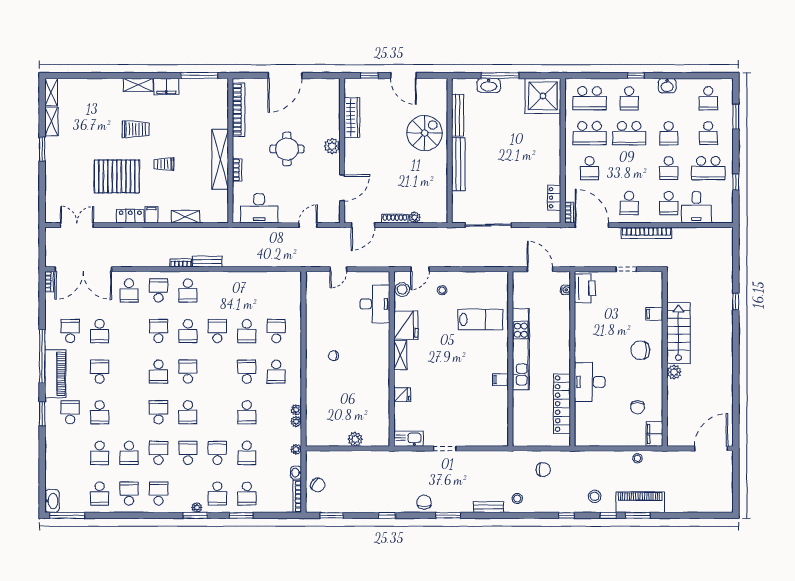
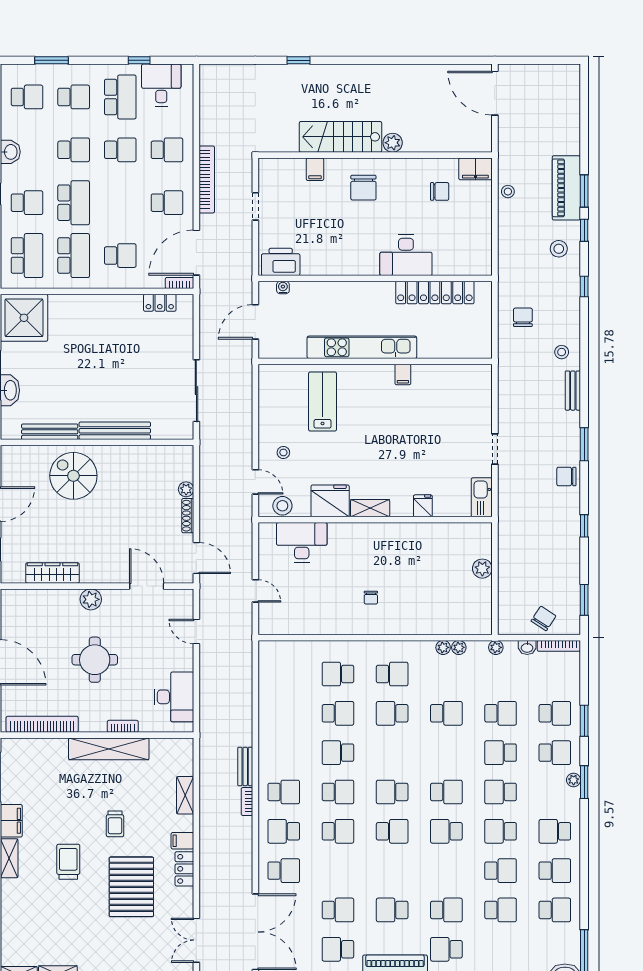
desk: (696, 207) -> (161, 85), moved, turned -90
school desk: (158, 331) -> (338, 831), turned 180
school desk: (129, 493) -> (555, 871), turned 180

